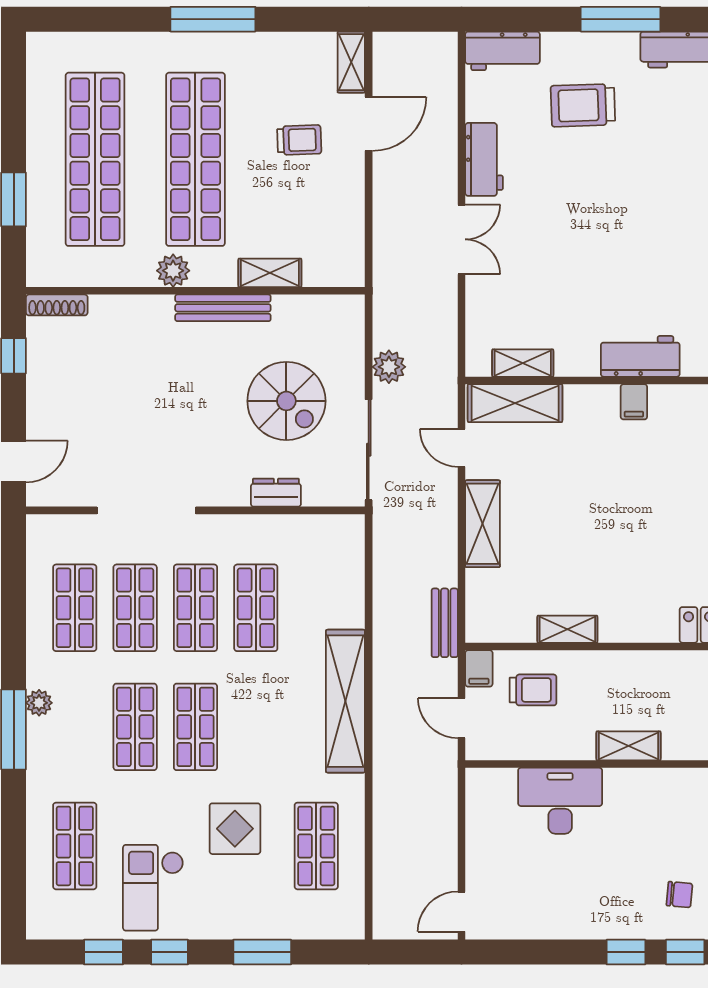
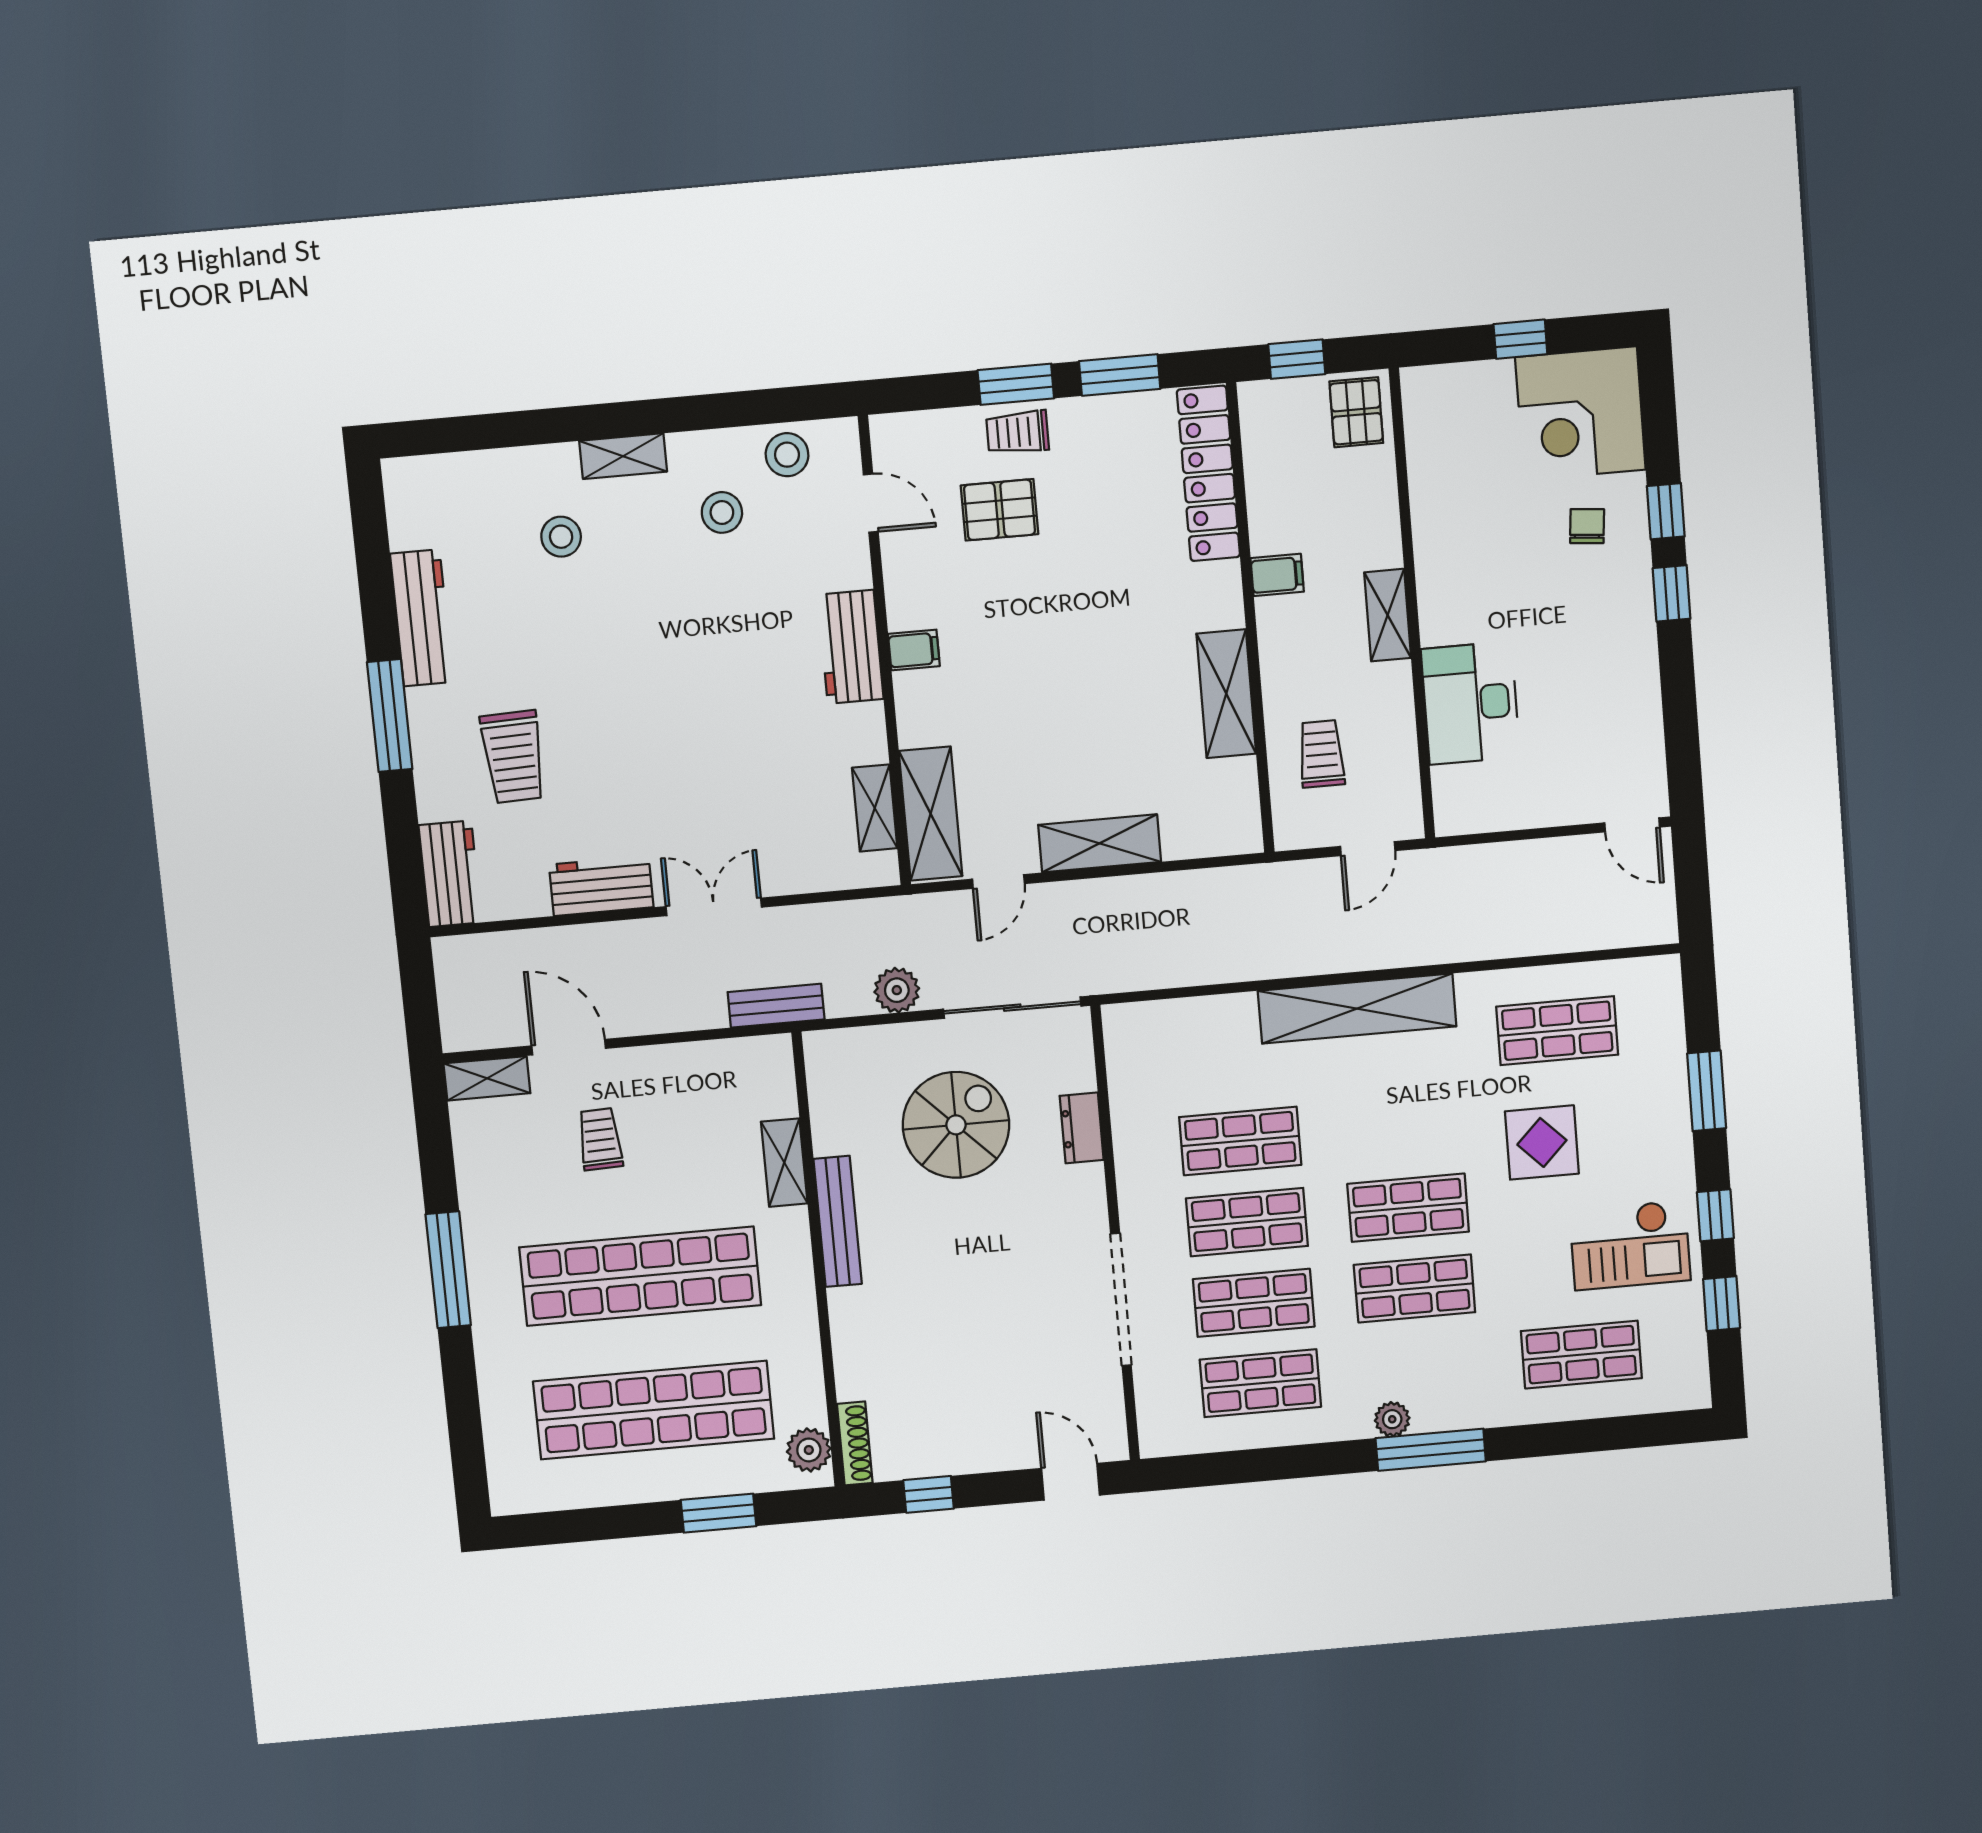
plant: (173, 271) -> (809, 1450), moved
bench: (445, 623) -> (776, 1006), moved
shelving: (567, 629) -> (1226, 694), width x1.50, depth x1.33
filing cabinet: (479, 668) -> (1277, 575), moved

